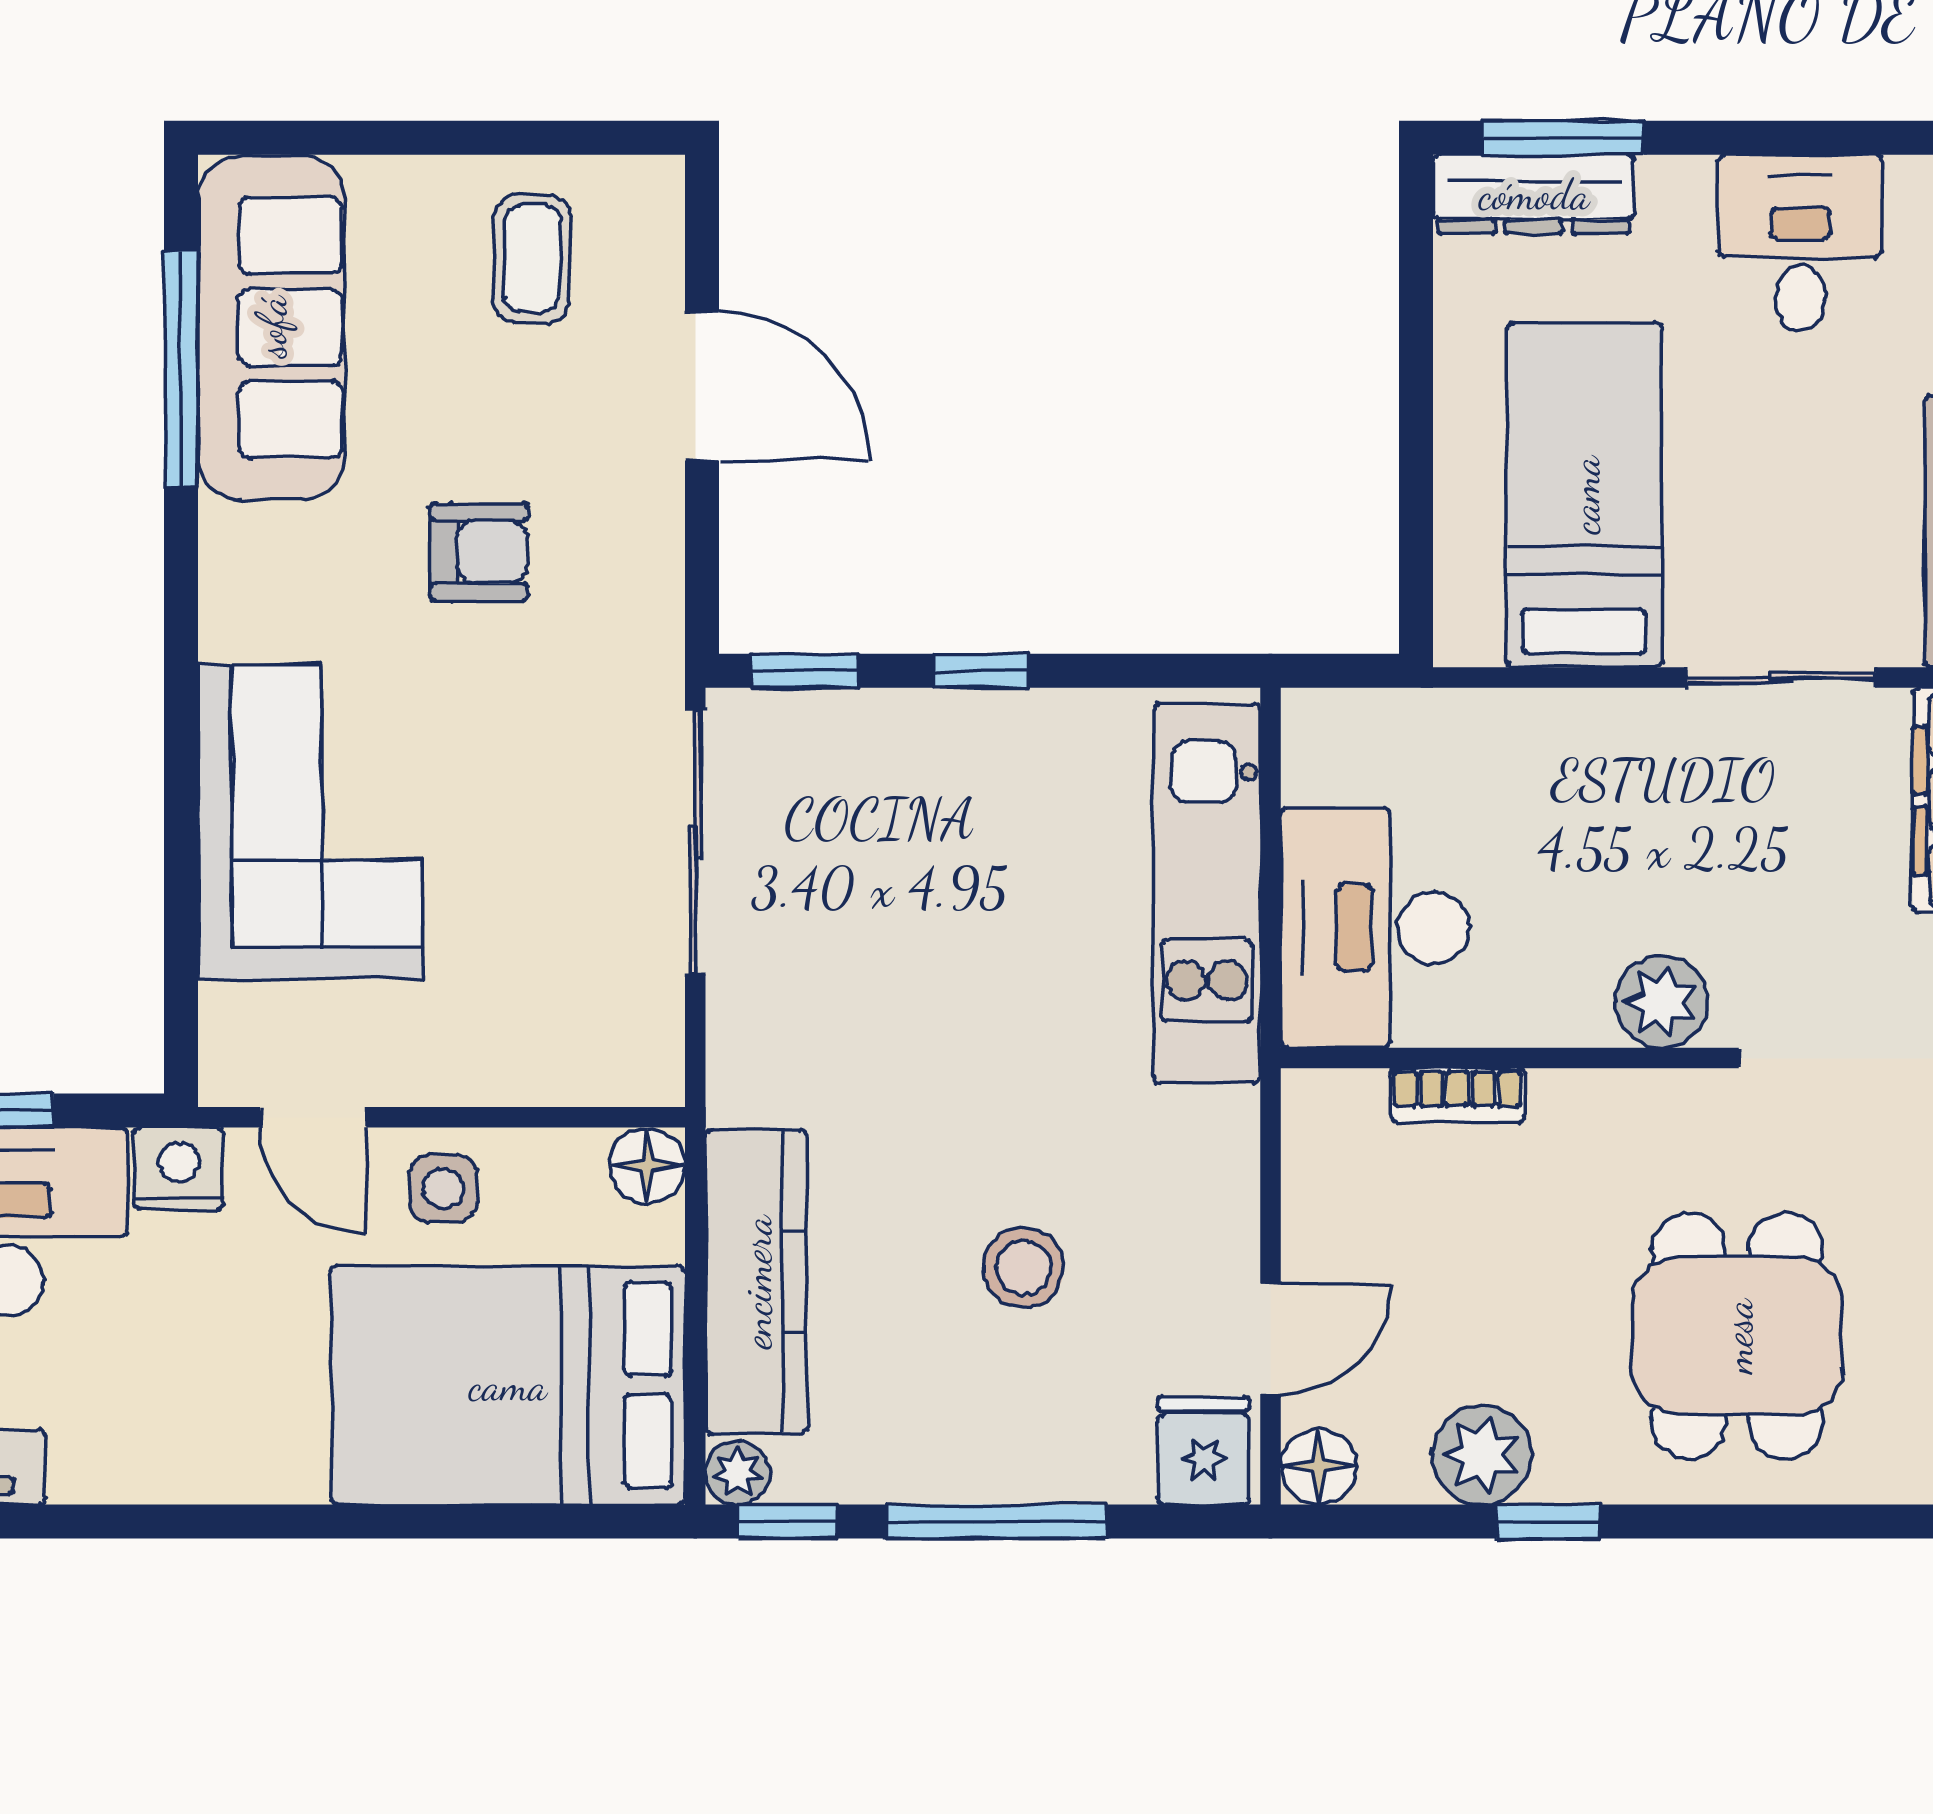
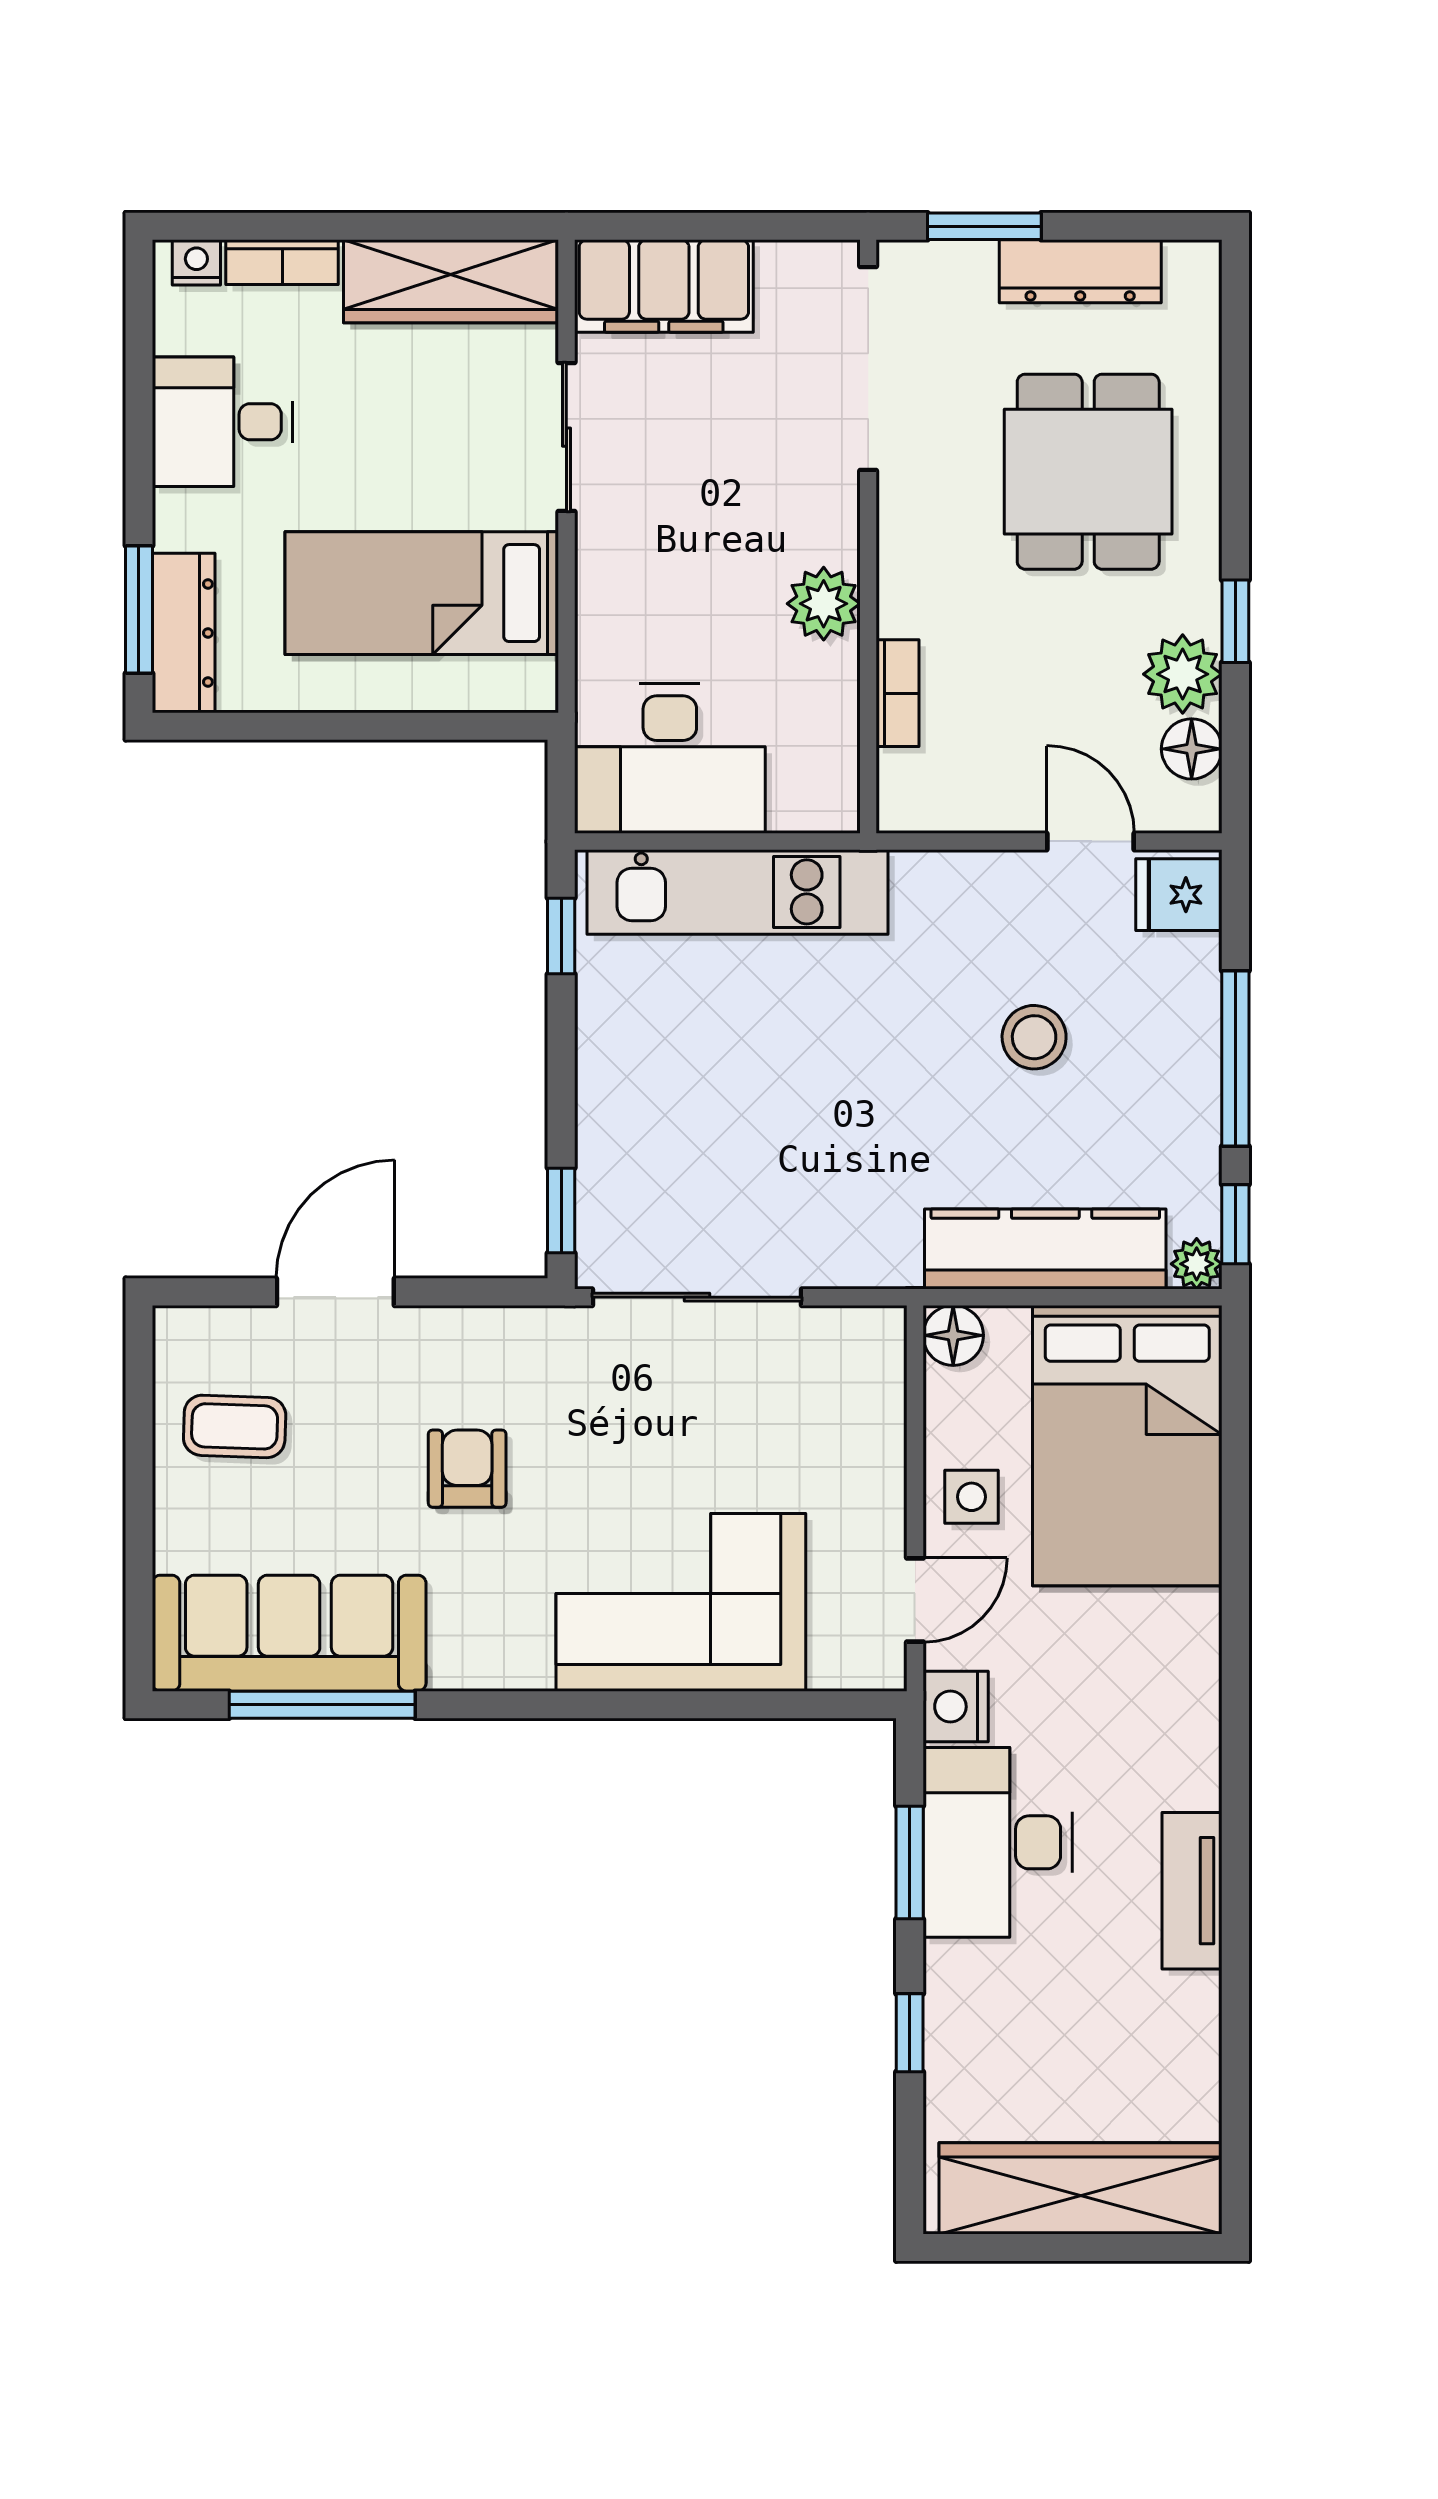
window: (981, 671) -> (561, 936), moved
desk: (1375, 928) -> (670, 759), moved
plant: (1661, 1002) -> (824, 604), moved
dining table: (1737, 1336) -> (1088, 472), turned 90
floor lamp: (1319, 1466) -> (1192, 749), moved

